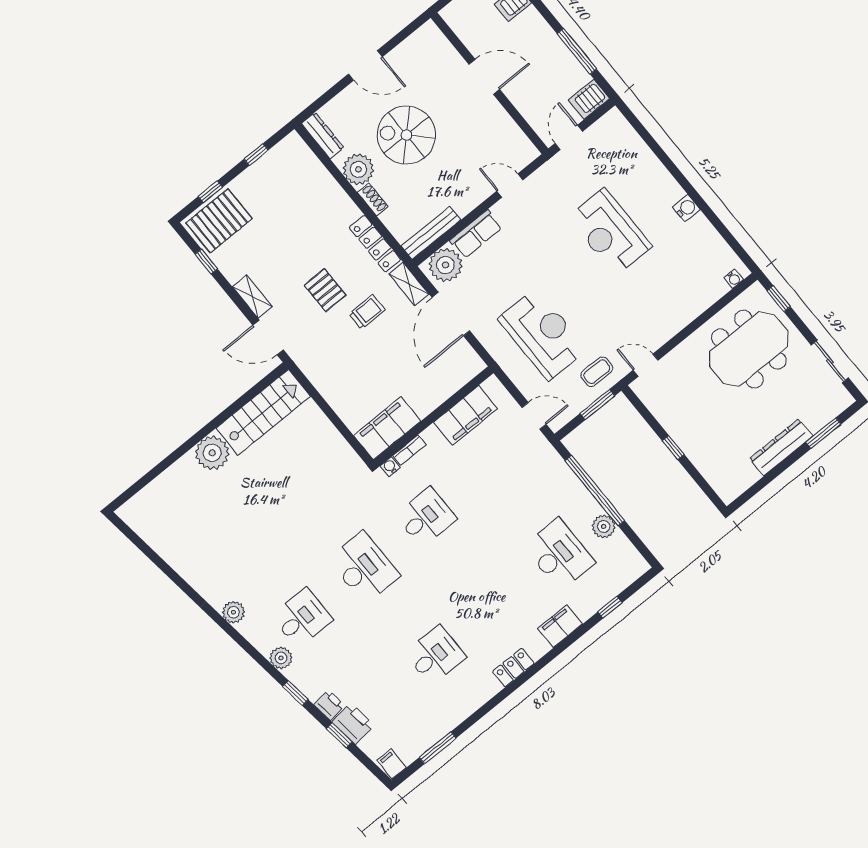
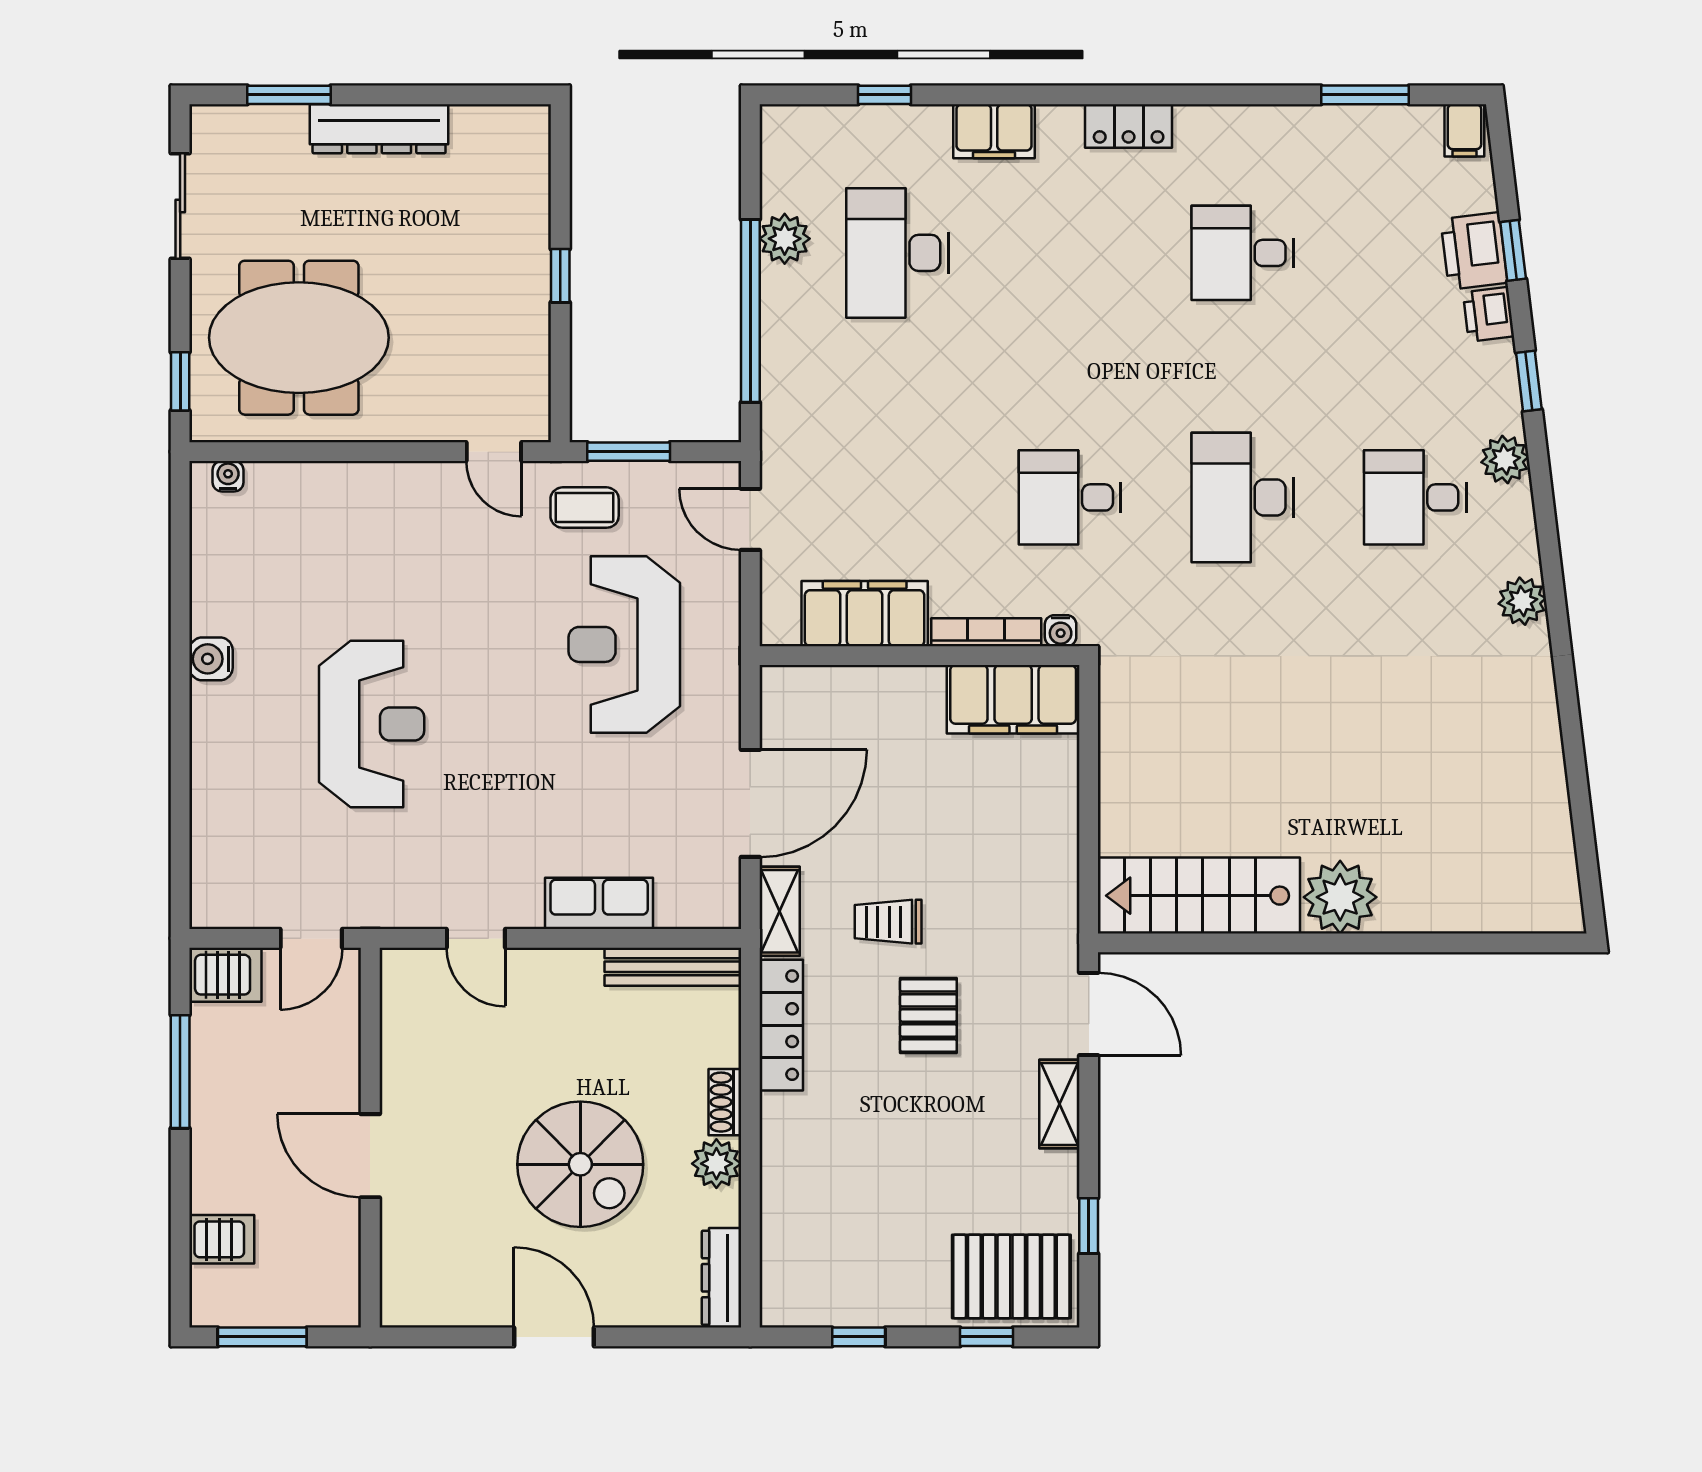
plant: (358, 169) -> (716, 1164), width x0.73, depth x0.73
plant: (445, 265) -> (692, 893), removed
bookcase: (409, 450) -> (986, 632), width x1.56

